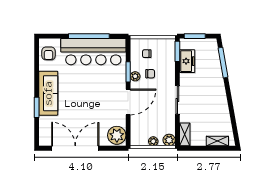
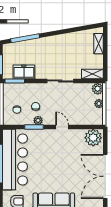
door: (128, 102) -> (62, 127), width x0.53

